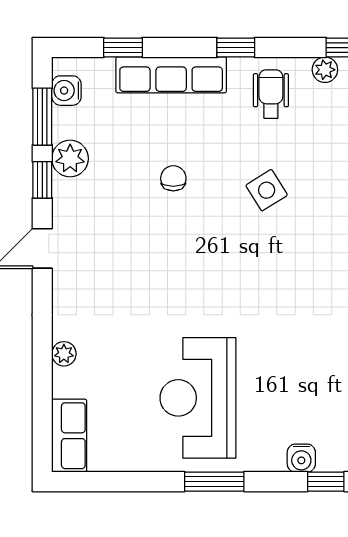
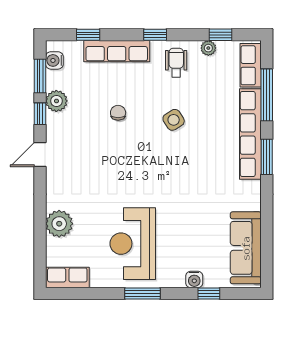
plant: (64, 354) -> (59, 224), width x1.87, depth x1.87
row of seats: (69, 436) -> (67, 277), moved, turned -90

